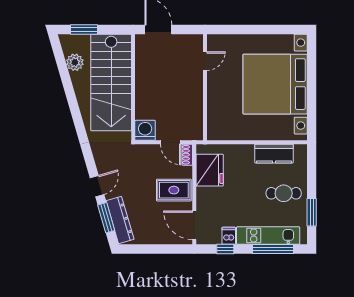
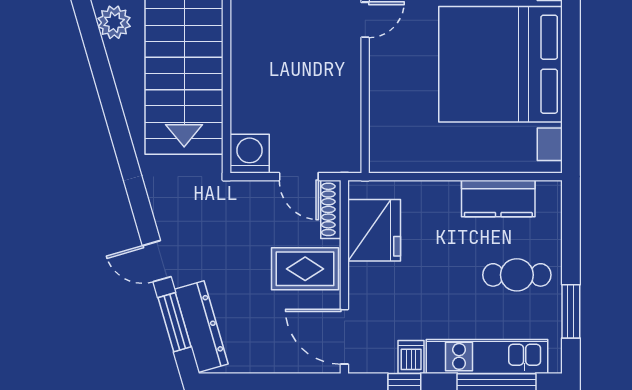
shoe rack: (187, 155) -> (331, 209), width x1.43
door: (97, 186) -> (157, 261), swing flipped

